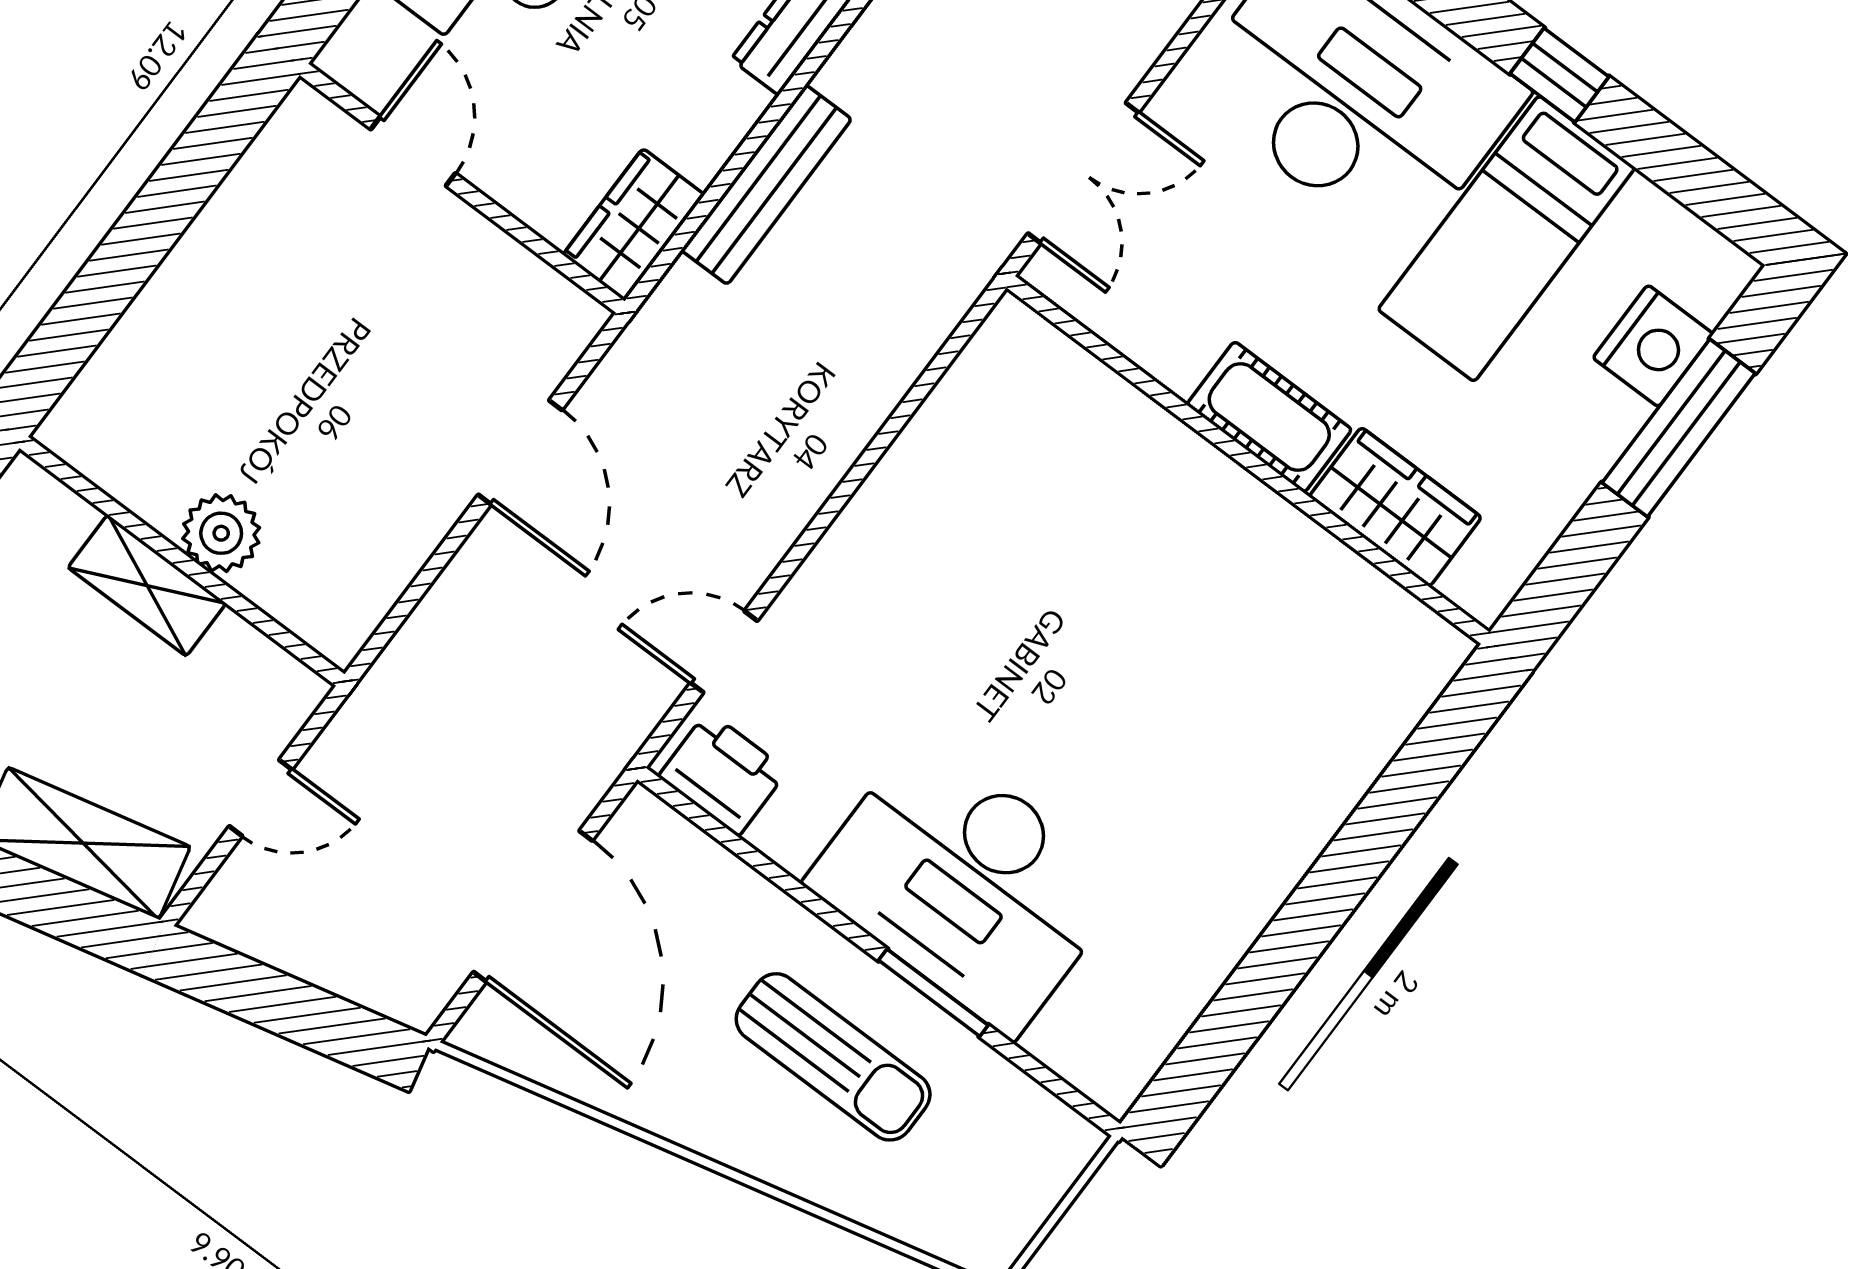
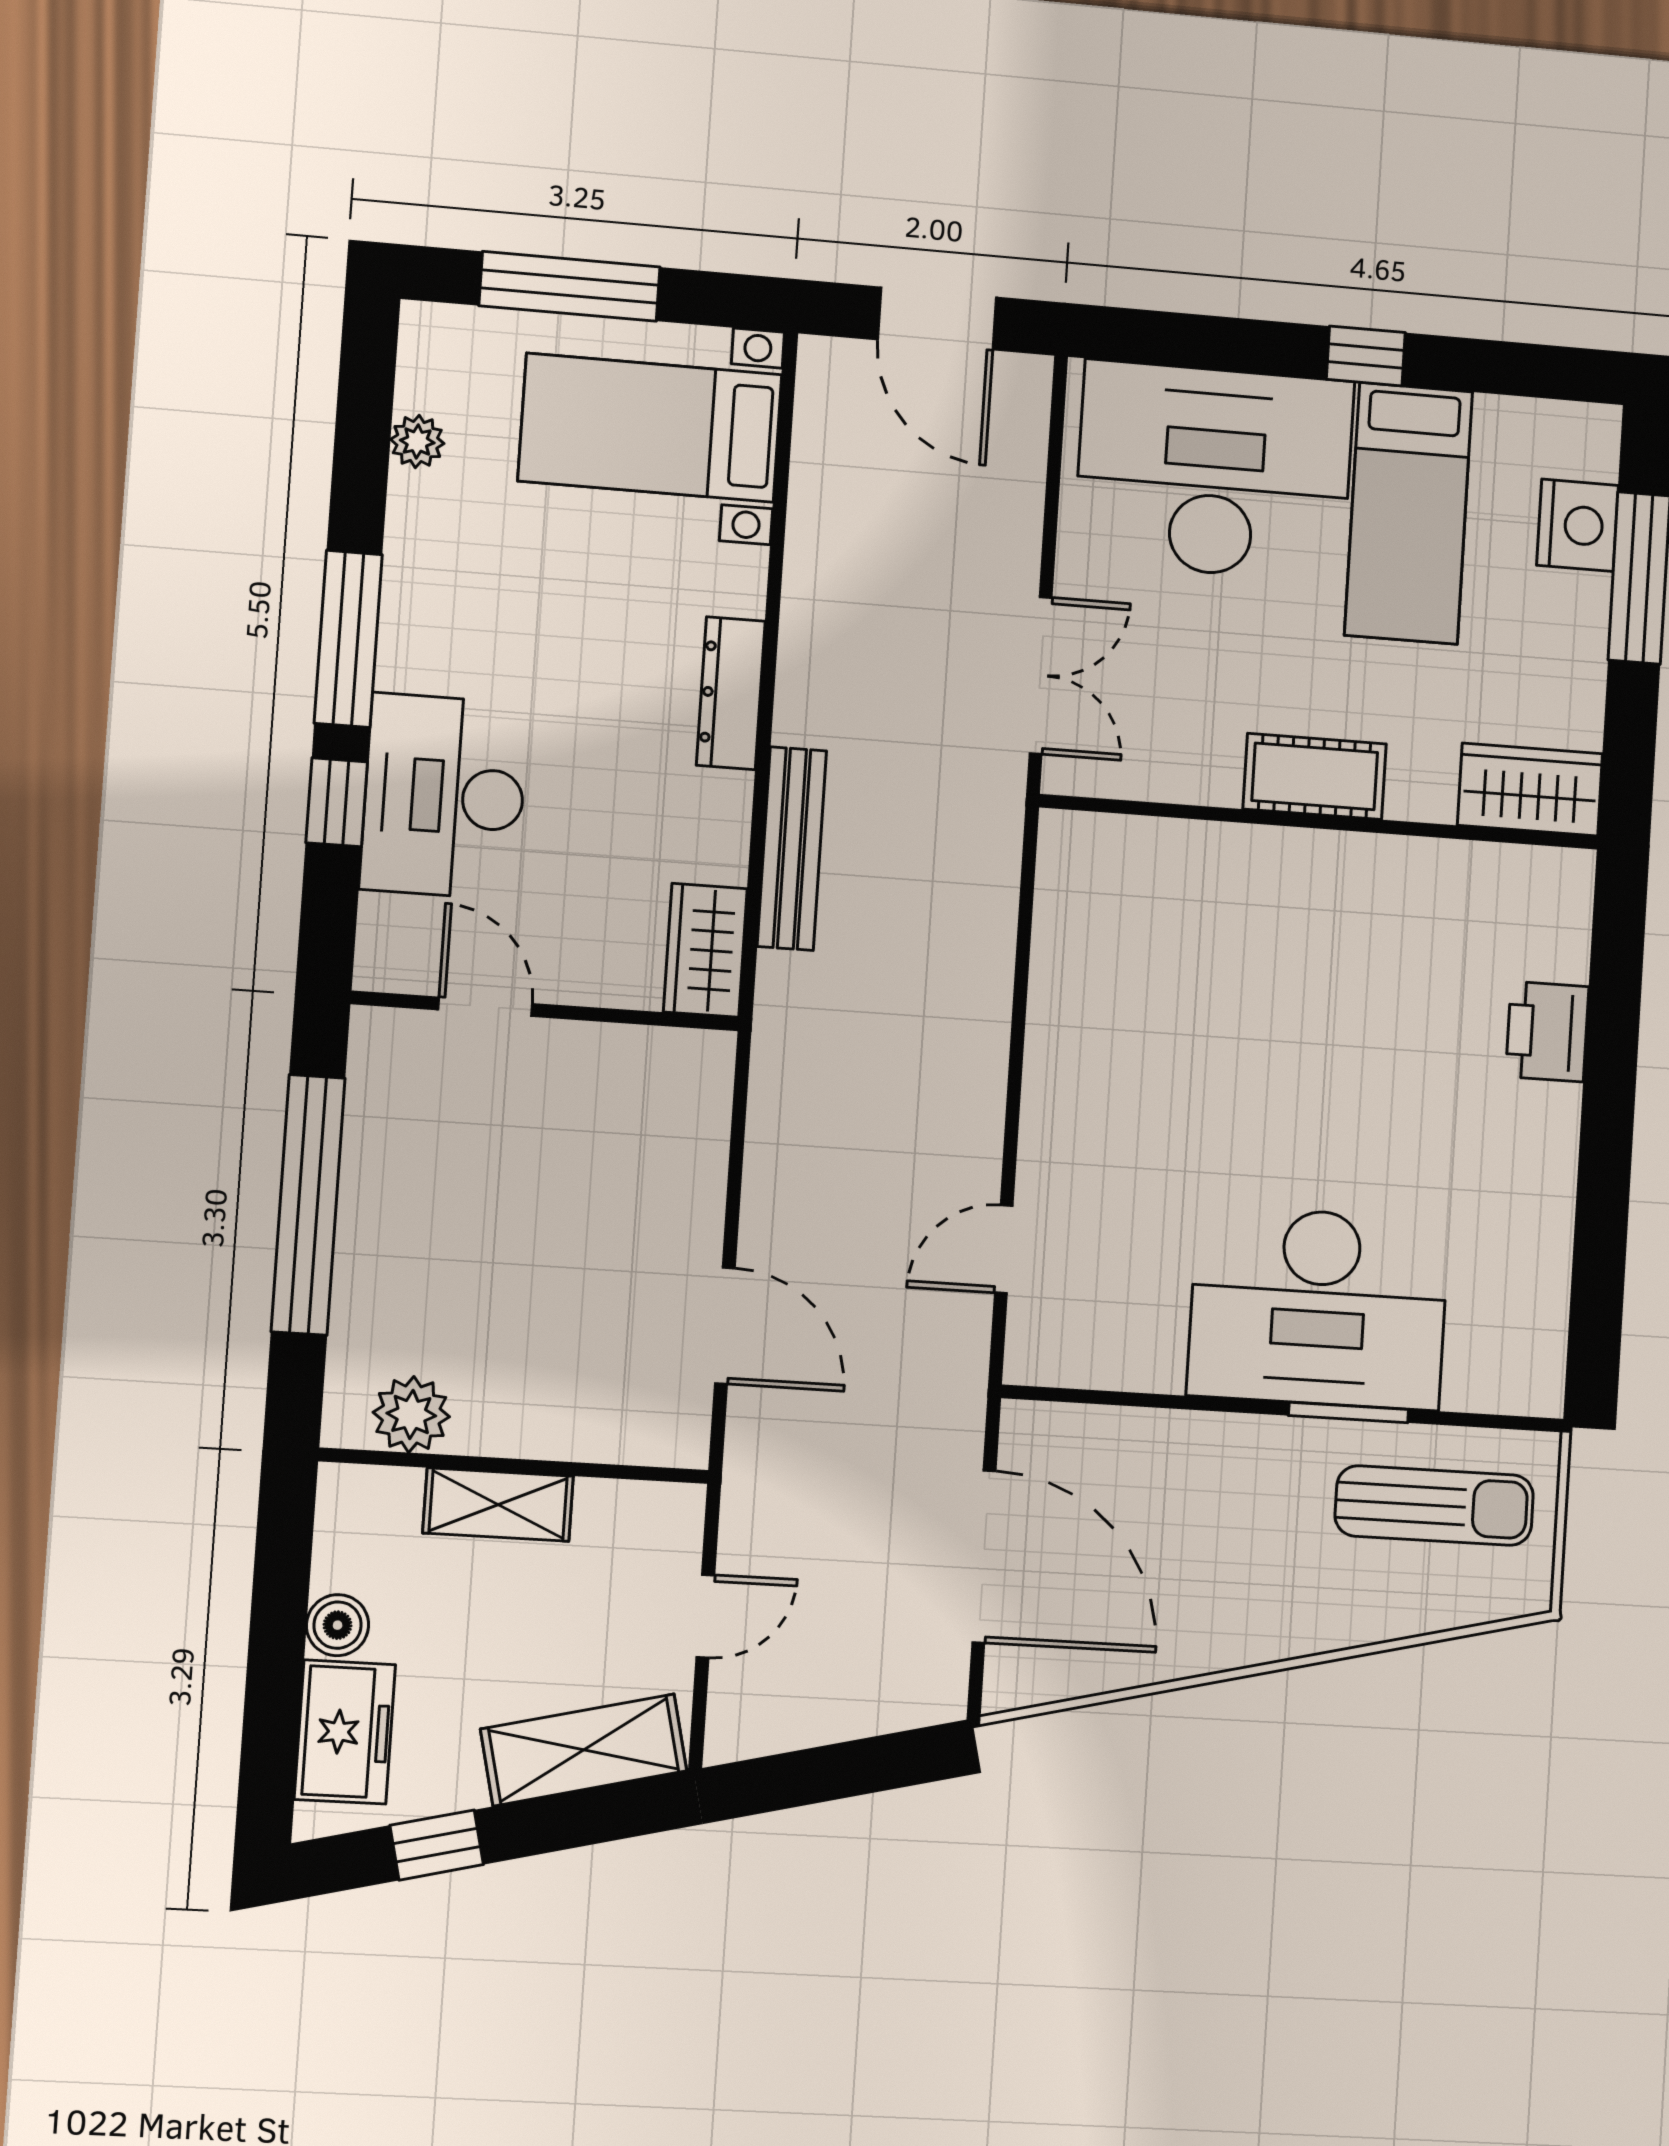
window: (153, 224) -> (308, 1205), added
door: (520, 452) -> (725, 1326), moved
wardrobe: (1395, 507) -> (1530, 789), moved
plant: (221, 533) -> (411, 1414), moved
printer: (723, 774) -> (1547, 1032), moved, turned -90
sun lounger: (833, 1057) -> (1434, 1506), moved

